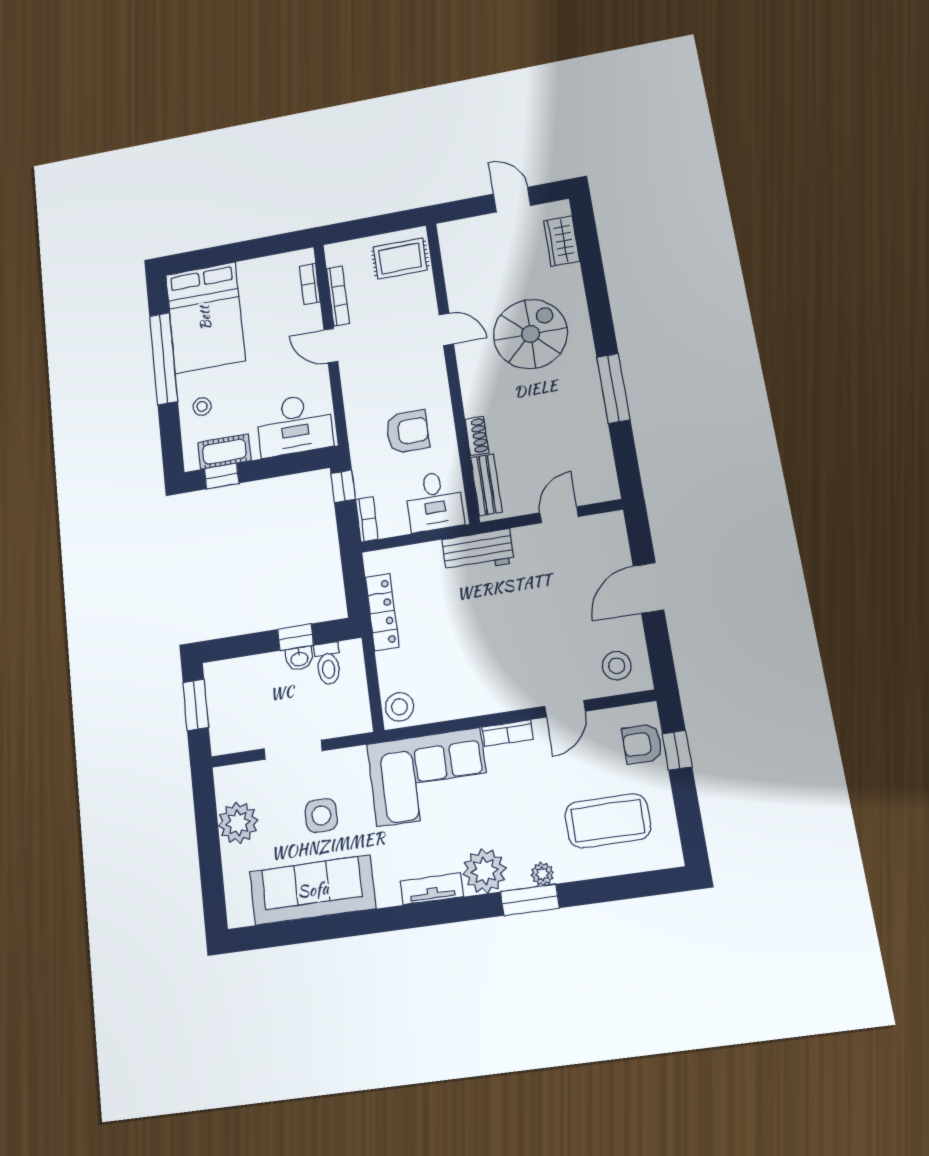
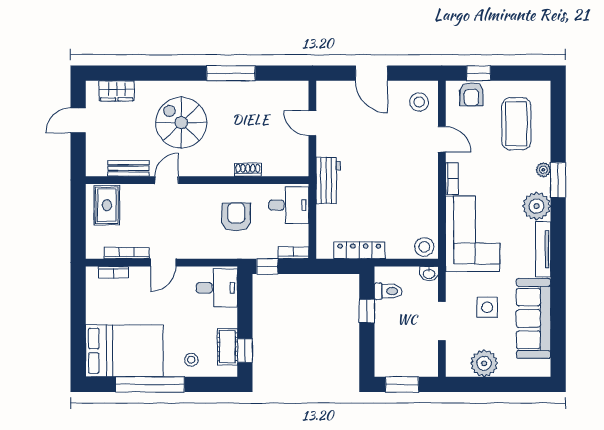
desk: (295, 425) -> (217, 288), width x0.73
bench: (486, 485) -> (128, 168), moved
washbasin: (299, 658) -> (429, 274), moved, turned 90
tv unit: (432, 889) -> (543, 249), width x1.41

